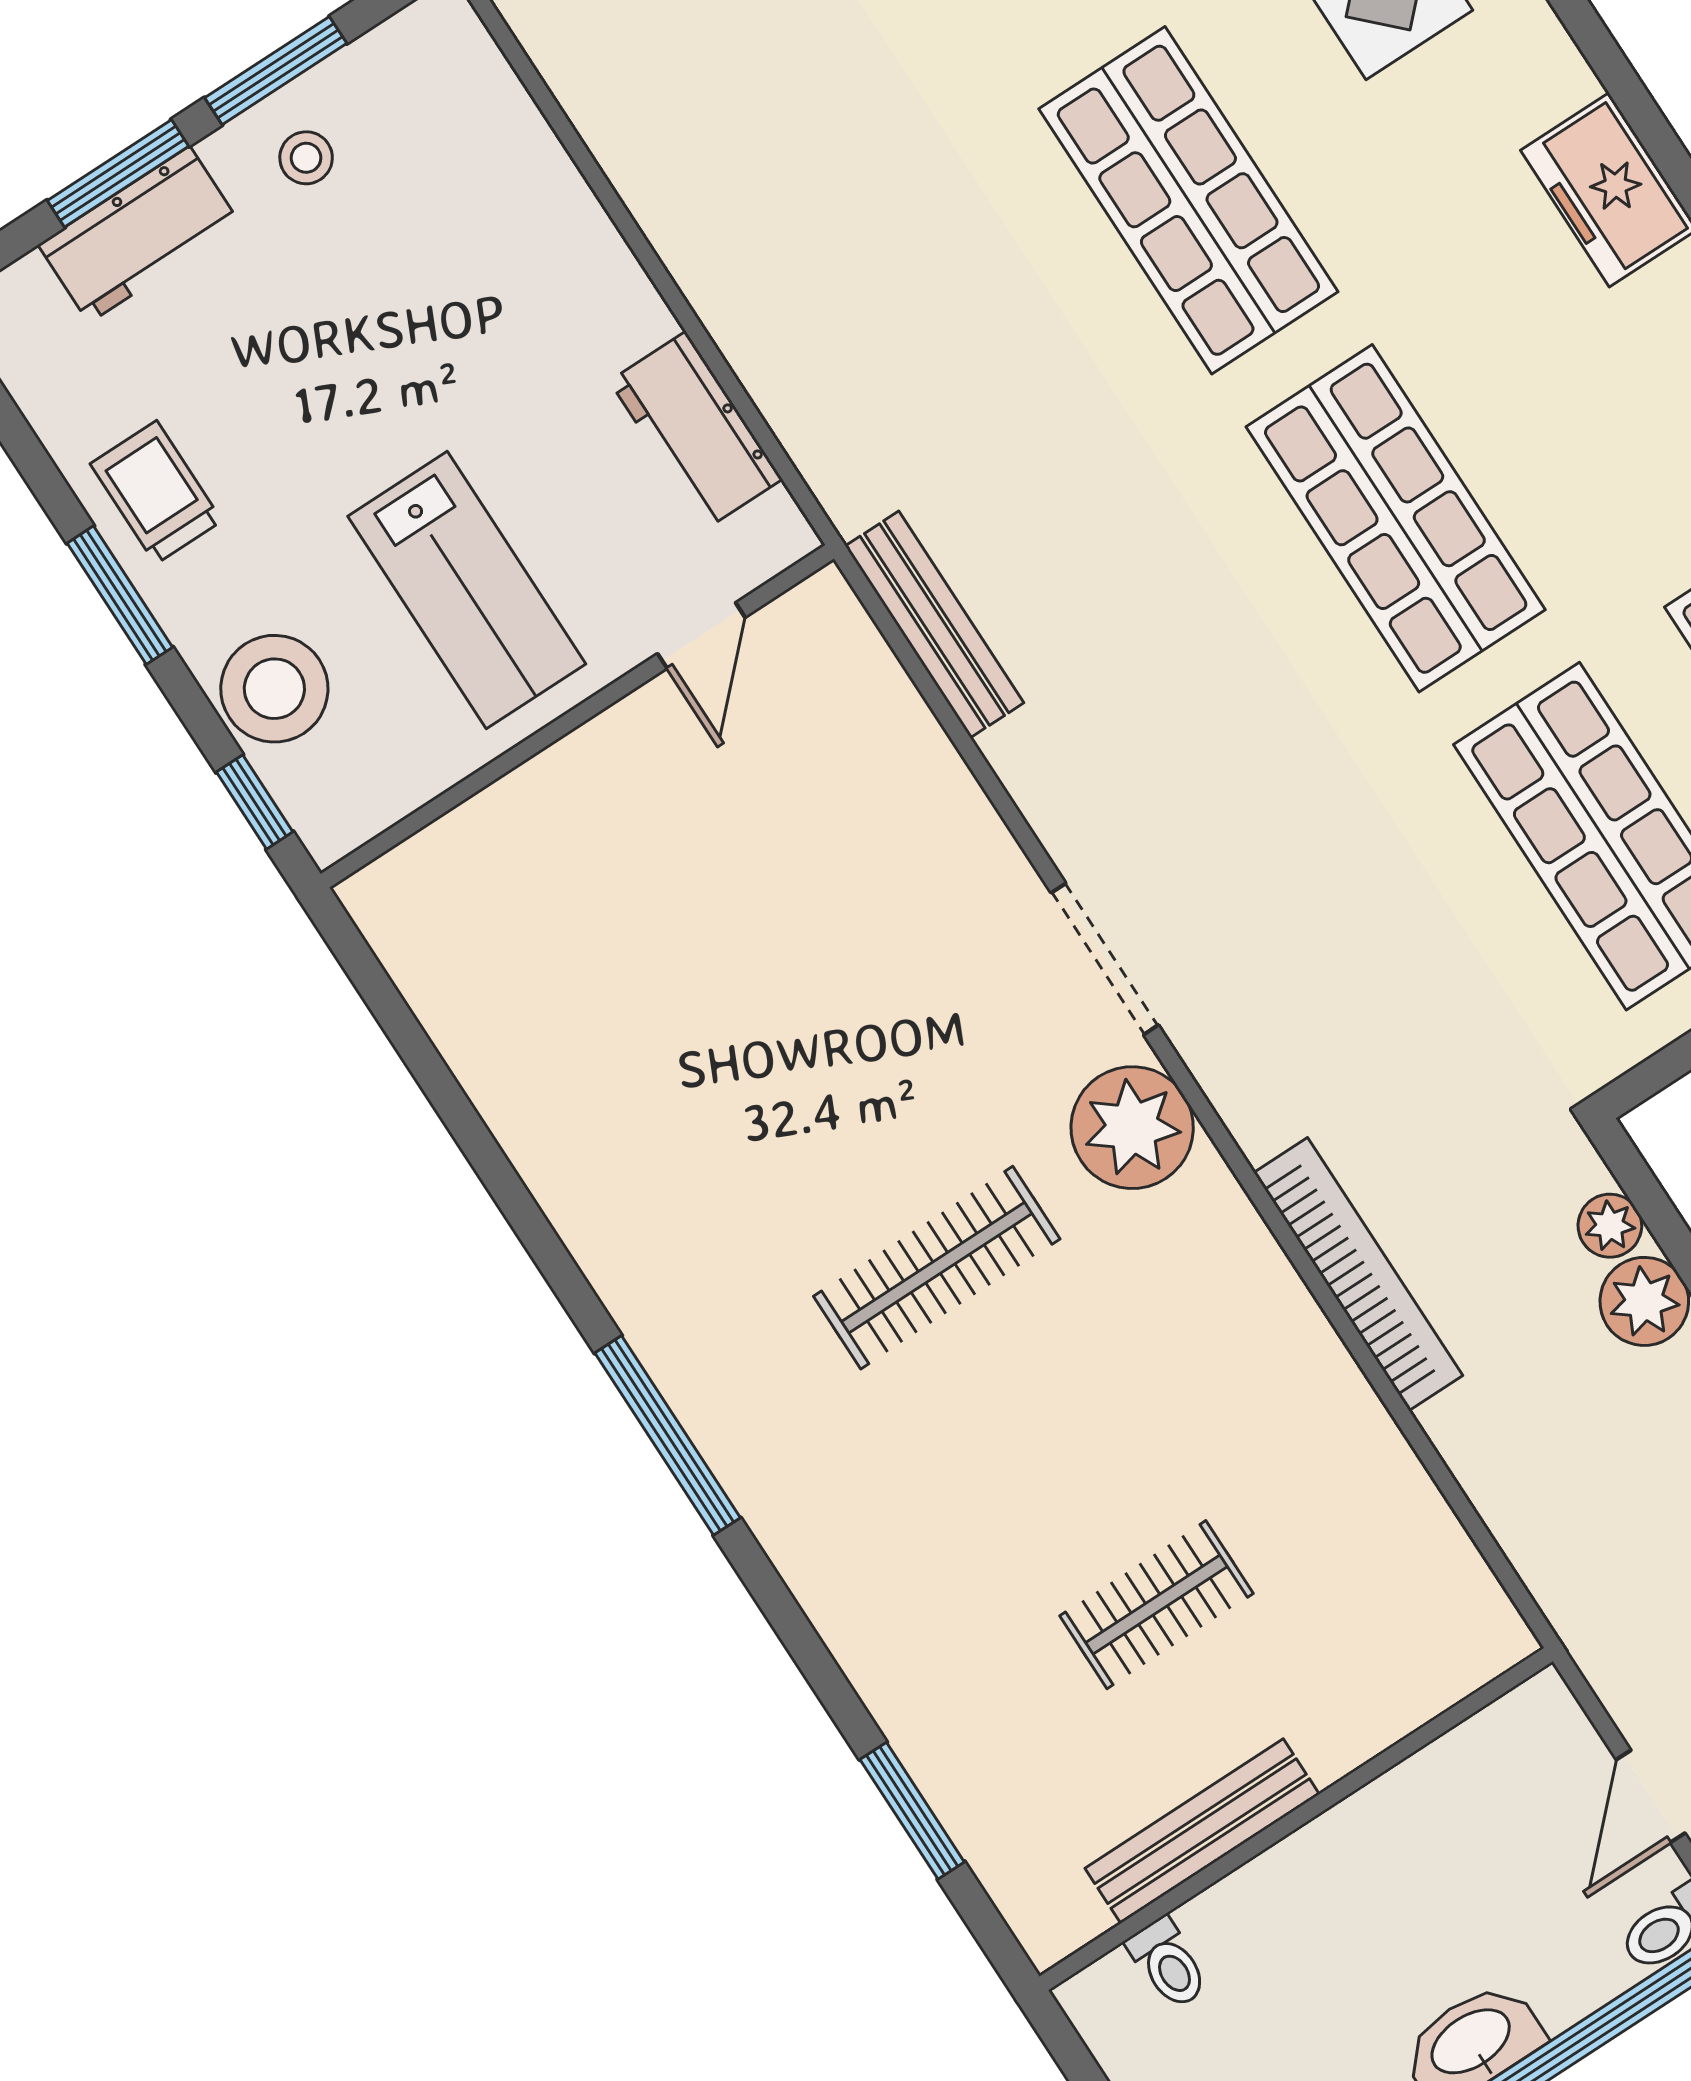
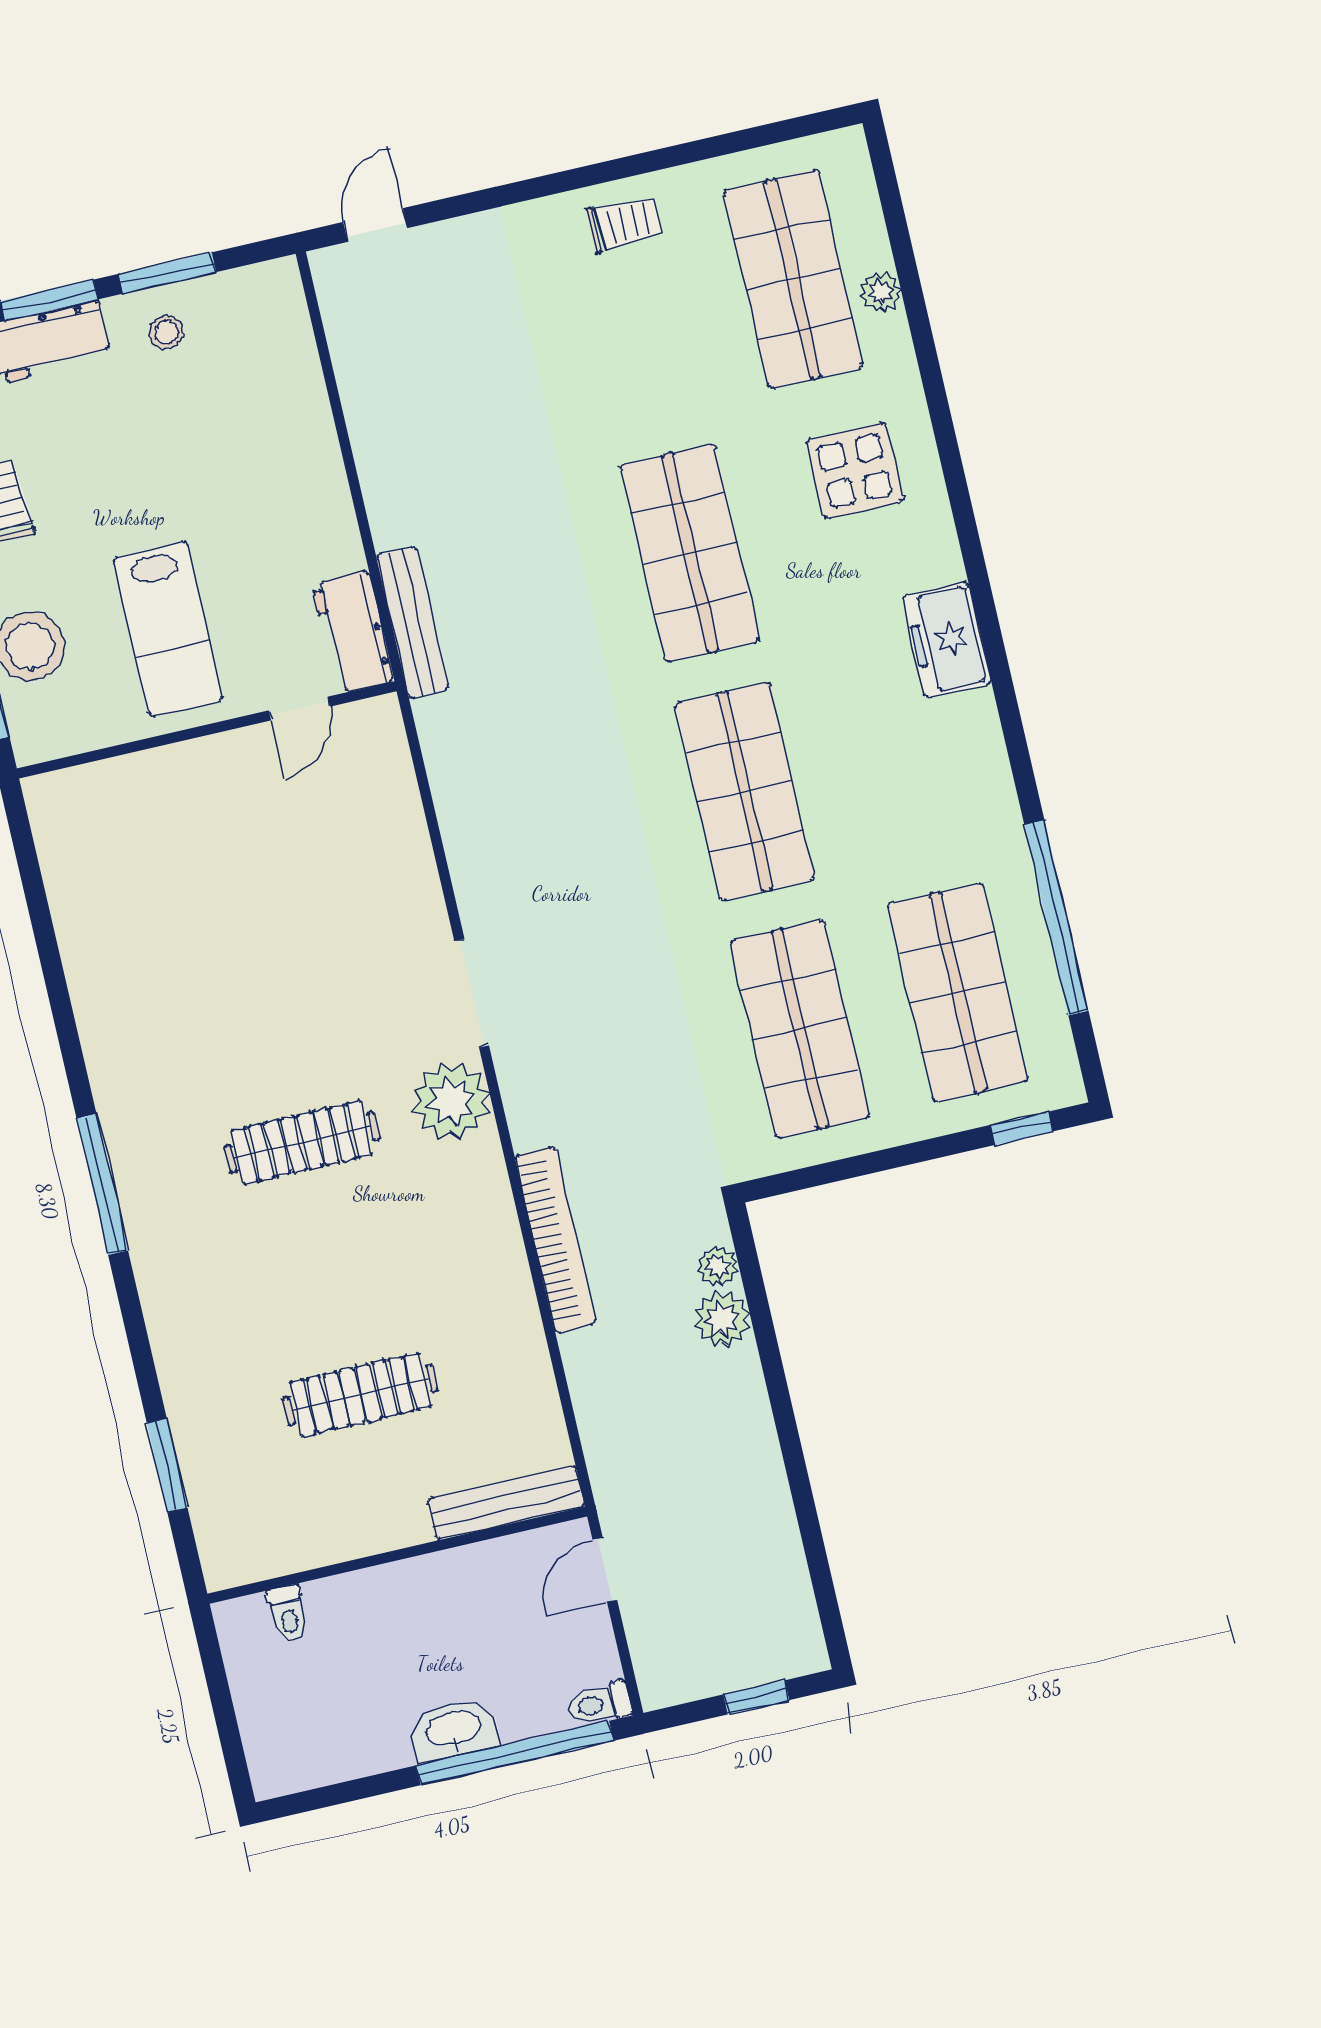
workbench: (696, 430) -> (353, 632), moved
bench: (934, 624) -> (413, 622), moved
clothes rail: (1156, 1605) -> (360, 1395), width x1.36
door: (1651, 1796) -> (605, 1570), moved
bench: (1202, 1831) -> (506, 1503), moved

